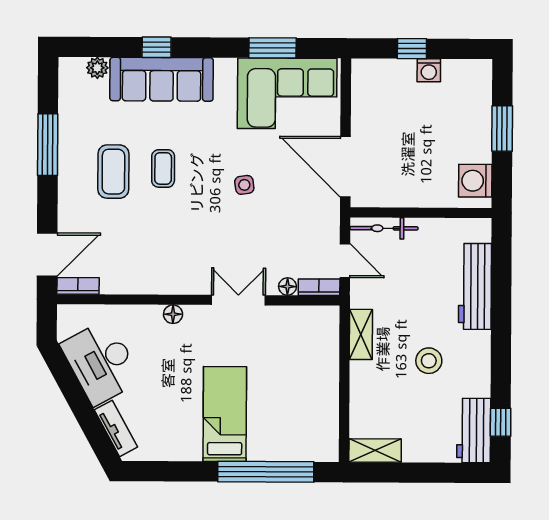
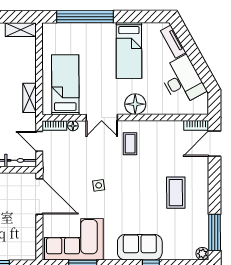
plant: (97, 68) -> (202, 254), moved
sofa: (162, 79) -> (140, 247), width x0.73
window: (48, 145) -> (215, 232), moved
coffee table: (163, 168) -> (130, 144), moved
floor lamp: (173, 314) -> (135, 104), width x1.89, depth x1.89
bed: (300, 356) -> (65, 85), added
bed: (225, 414) -> (129, 51), moved

